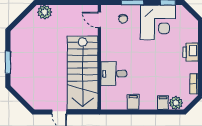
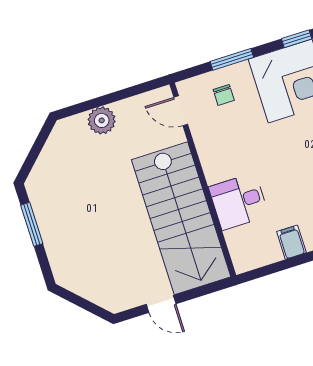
plant: (45, 12) -> (102, 120), moved
window: (8, 62) -> (32, 224), moved

